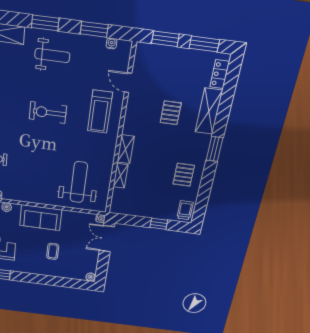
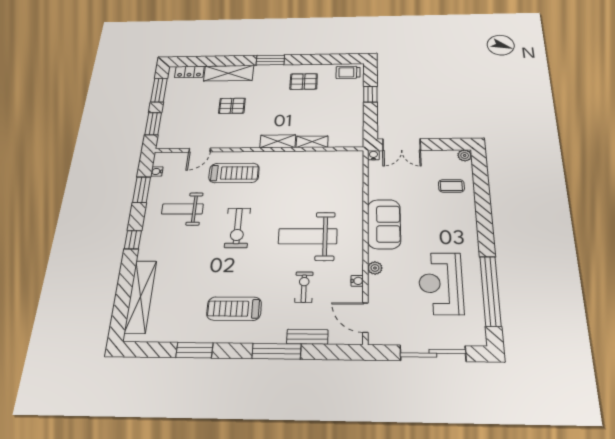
window: (45, 23) -> (133, 240), width x0.67
weight bench: (52, 55) -> (182, 209), moved, turned -90
weight bench: (79, 182) -> (308, 236), moved
coffee table: (53, 251) -> (451, 186), moved

